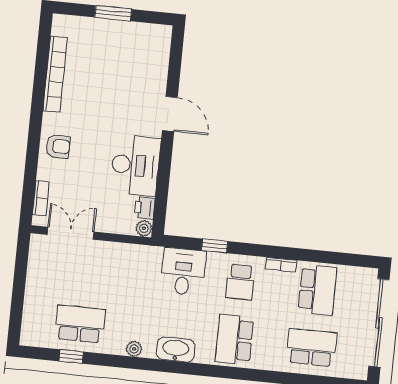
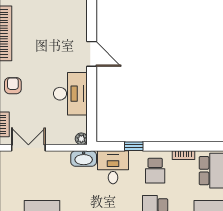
armchair: (58, 146) -> (13, 86), turned -90
printer: (145, 208) -> (80, 124), removed
washbasin: (144, 256) -> (84, 159), added

